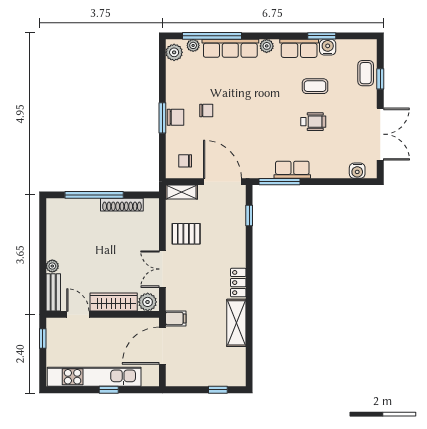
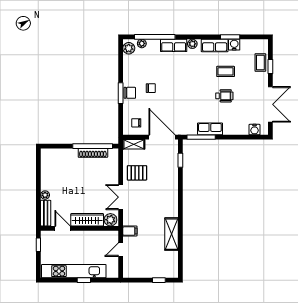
row of seats: (230, 48) -> (174, 45), width x0.68
window: (94, 195) -> (93, 146), moved
locker: (238, 283) -> (173, 206), removed
door: (162, 346) -> (121, 250), width x0.53

